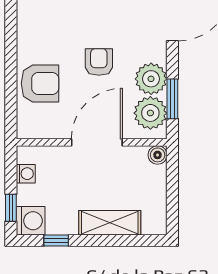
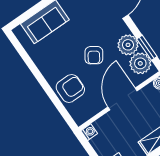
armchair: (99, 62) -> (94, 55), turned -146
washing machine: (26, 174) -> (89, 132), moved

